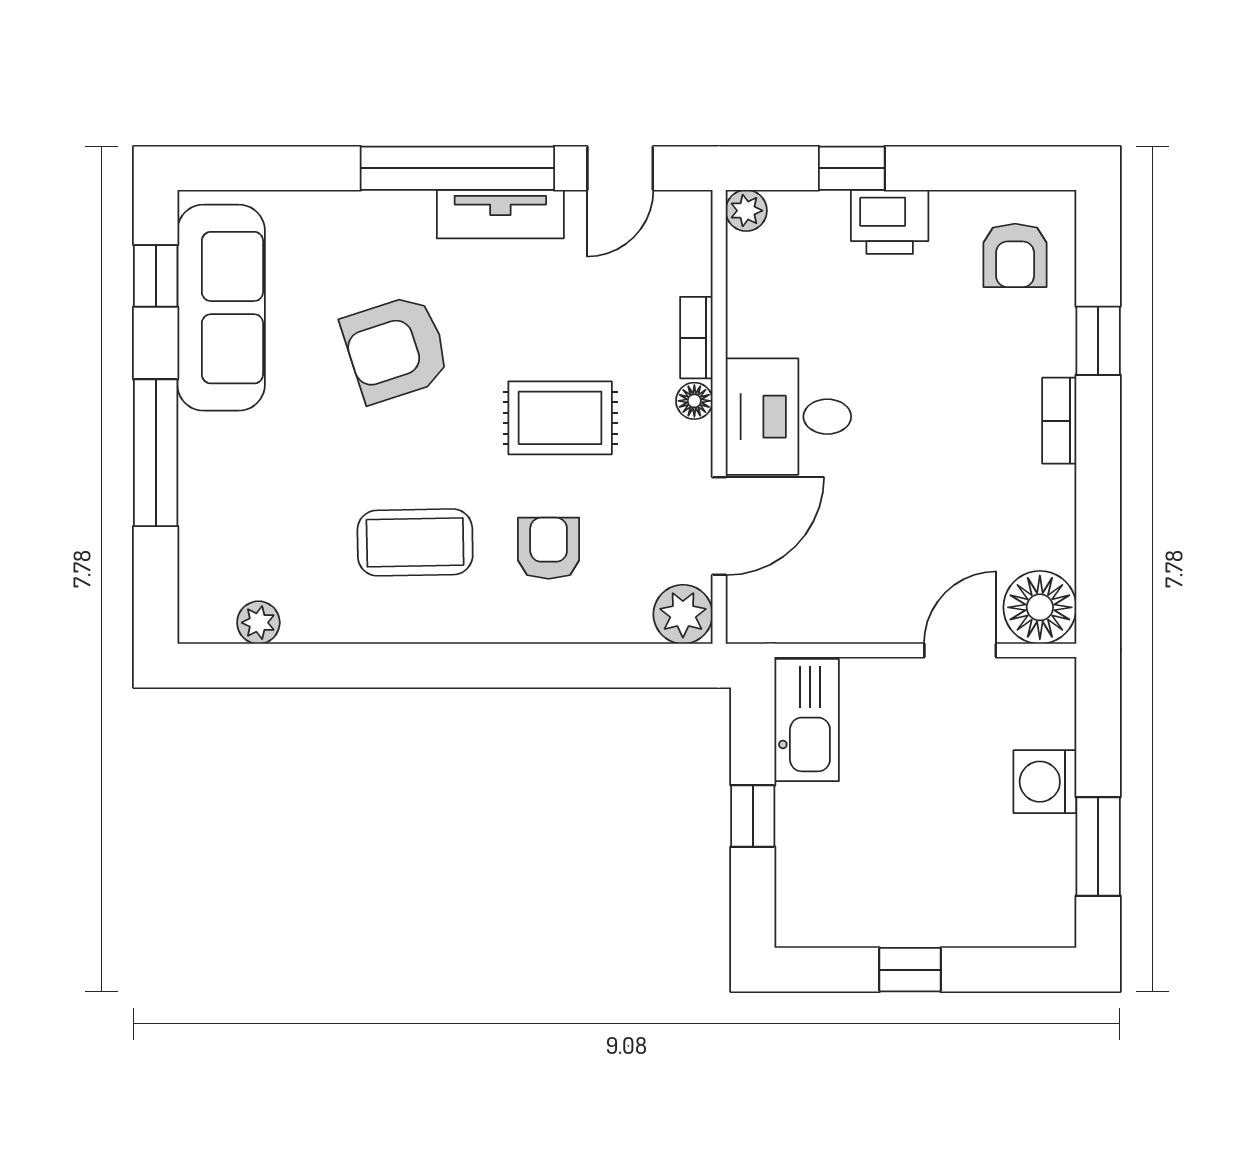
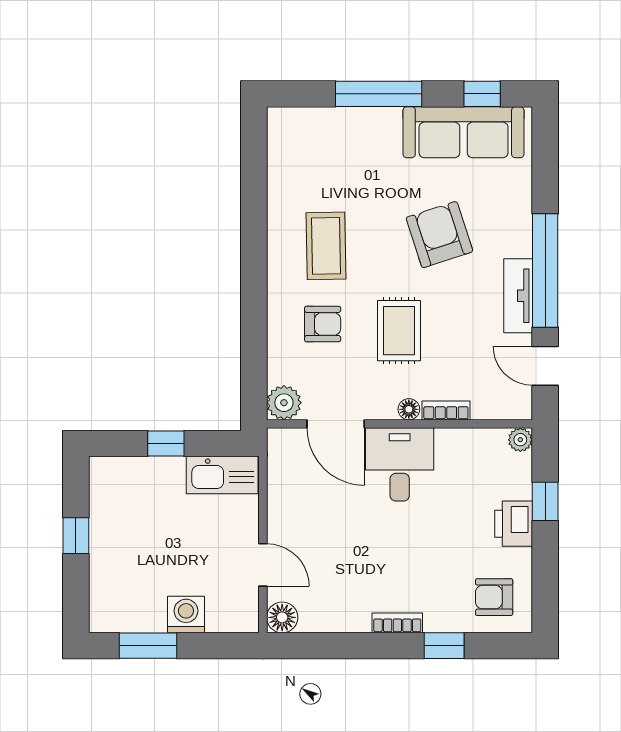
floor lamp: (1040, 607) -> (282, 617), width x0.73, depth x0.73
plant: (258, 623) -> (279, 154), removed

